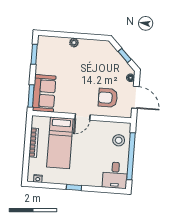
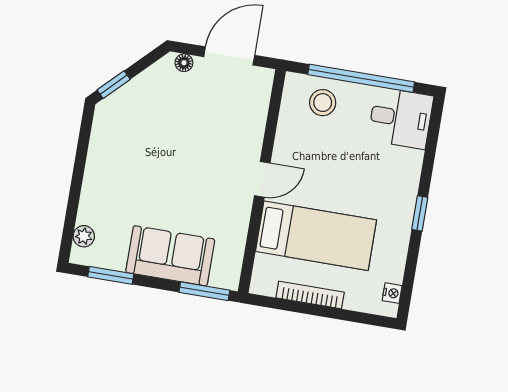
plant: (74, 43) -> (84, 236), moved
window: (125, 55) -> (114, 85), moved
sofa: (44, 93) -> (170, 256), moved
armchair: (108, 98) -> (224, 118), removed
door: (82, 117) -> (262, 179), hinge flipped

